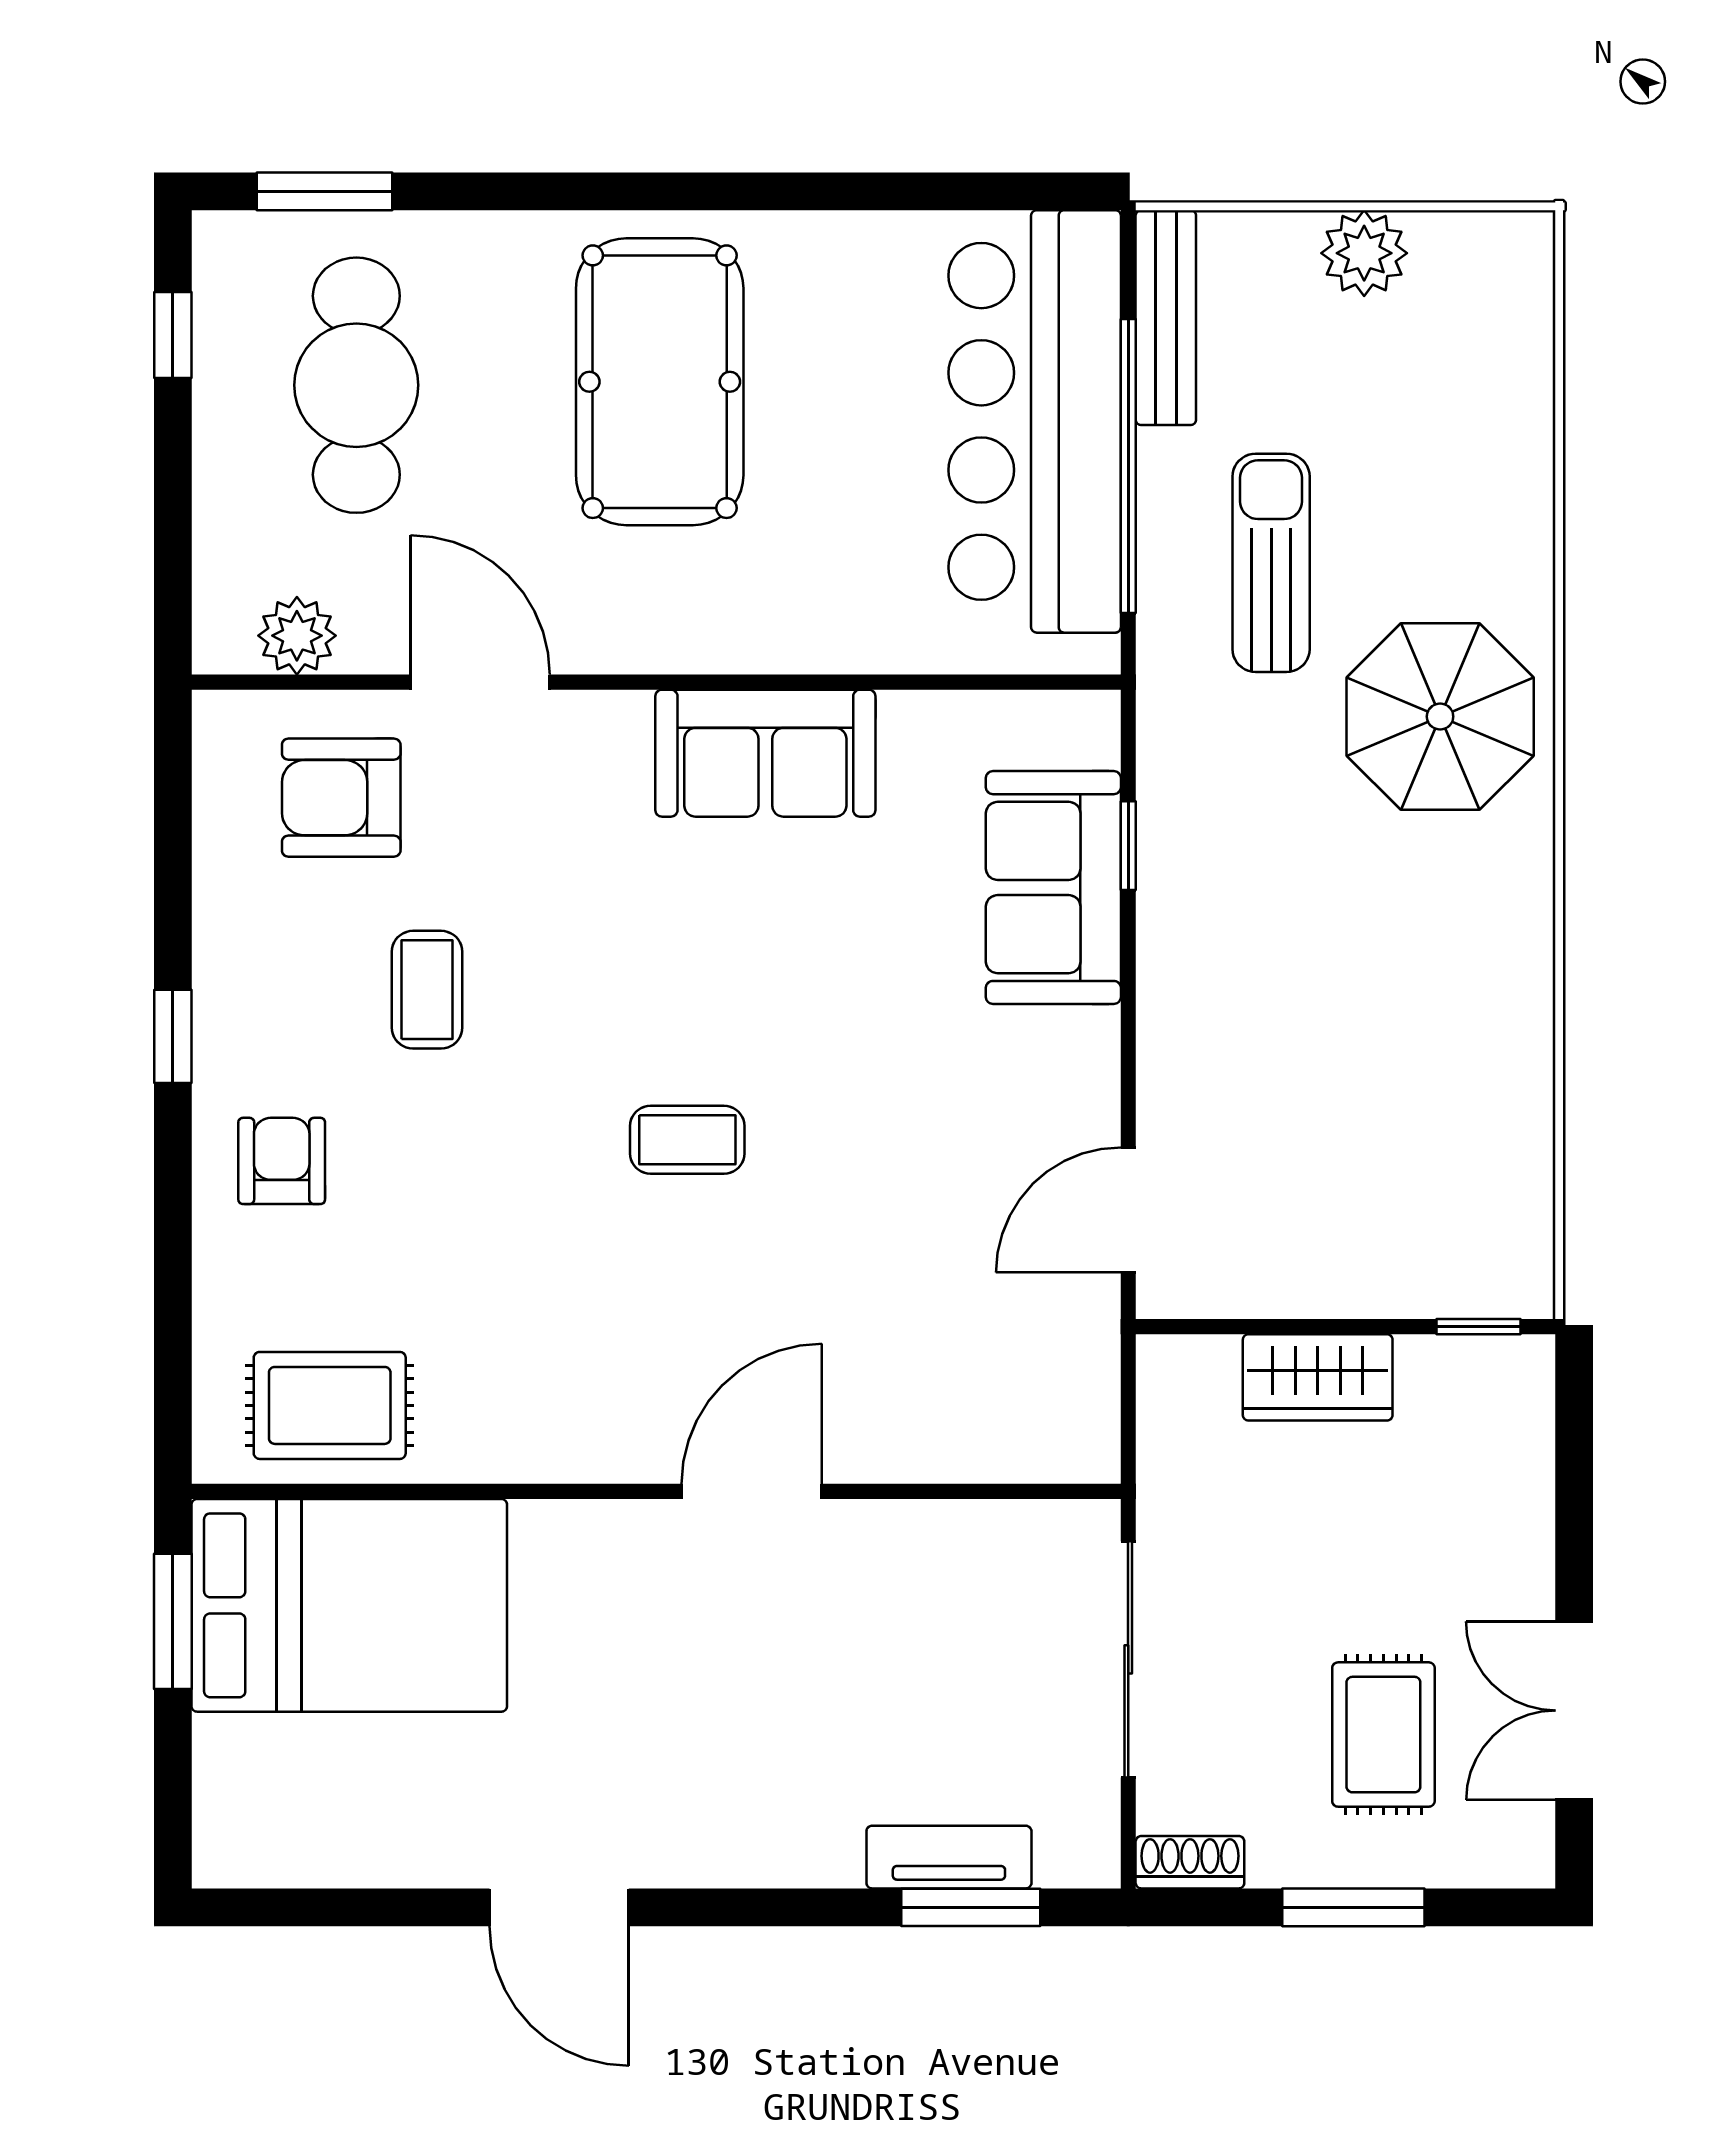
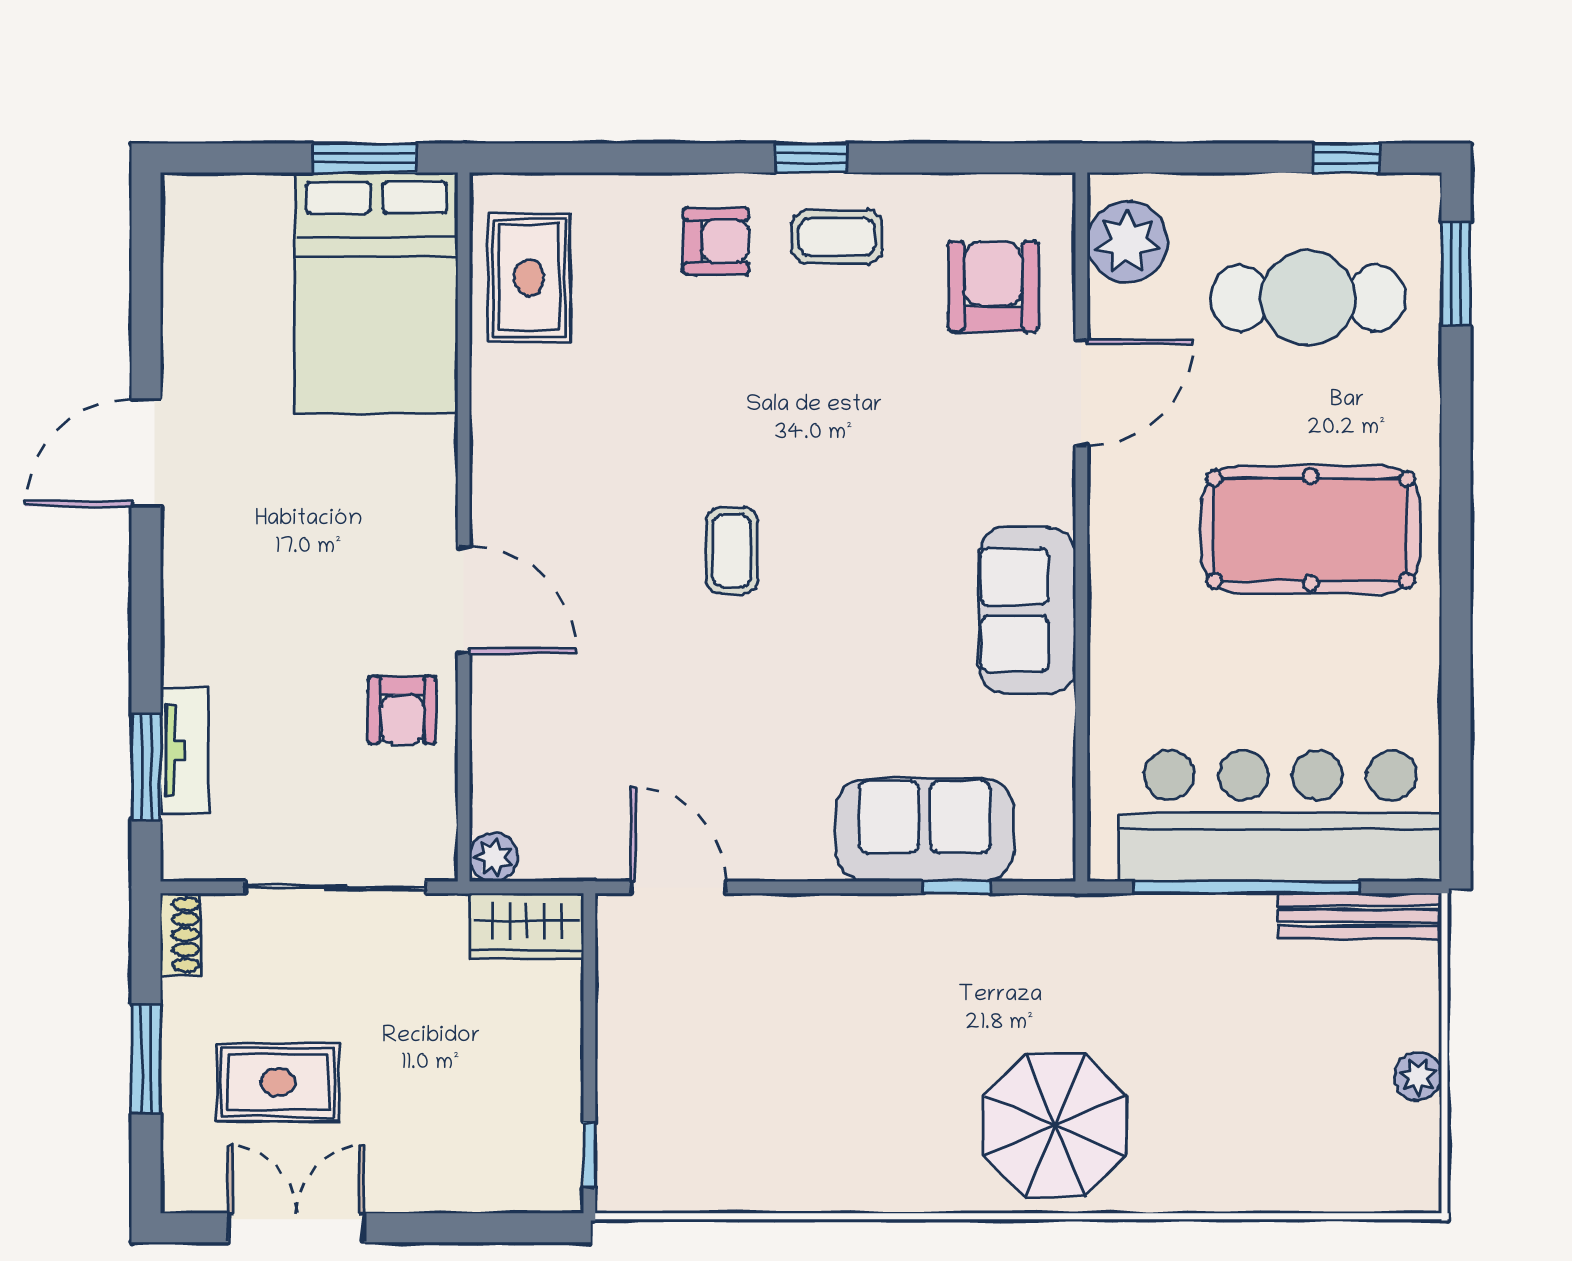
plant: (1364, 253) -> (1418, 1076), width x0.73, depth x0.73
sun lounger: (1271, 563) -> (1172, 996), removed
plant: (297, 636) -> (1128, 242), width x1.36, depth x1.36
coffee table: (427, 990) -> (837, 237), moved
wardrobe: (1318, 1377) -> (527, 926), moved, turned -90
plant: (1089, 1452) -> (494, 857), added
armchair: (896, 1572) -> (402, 710), added

